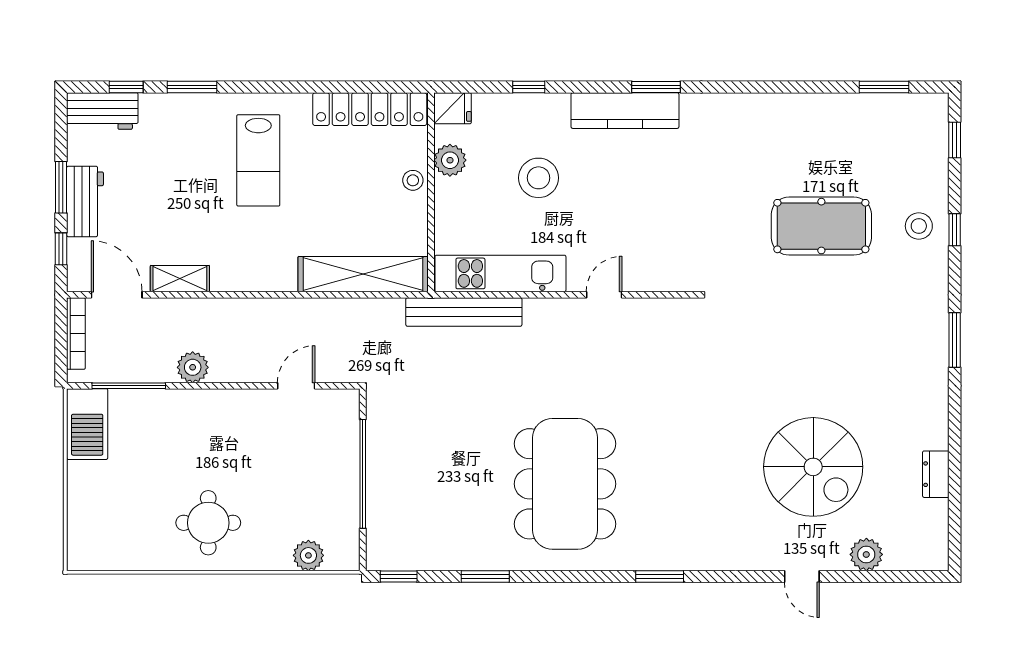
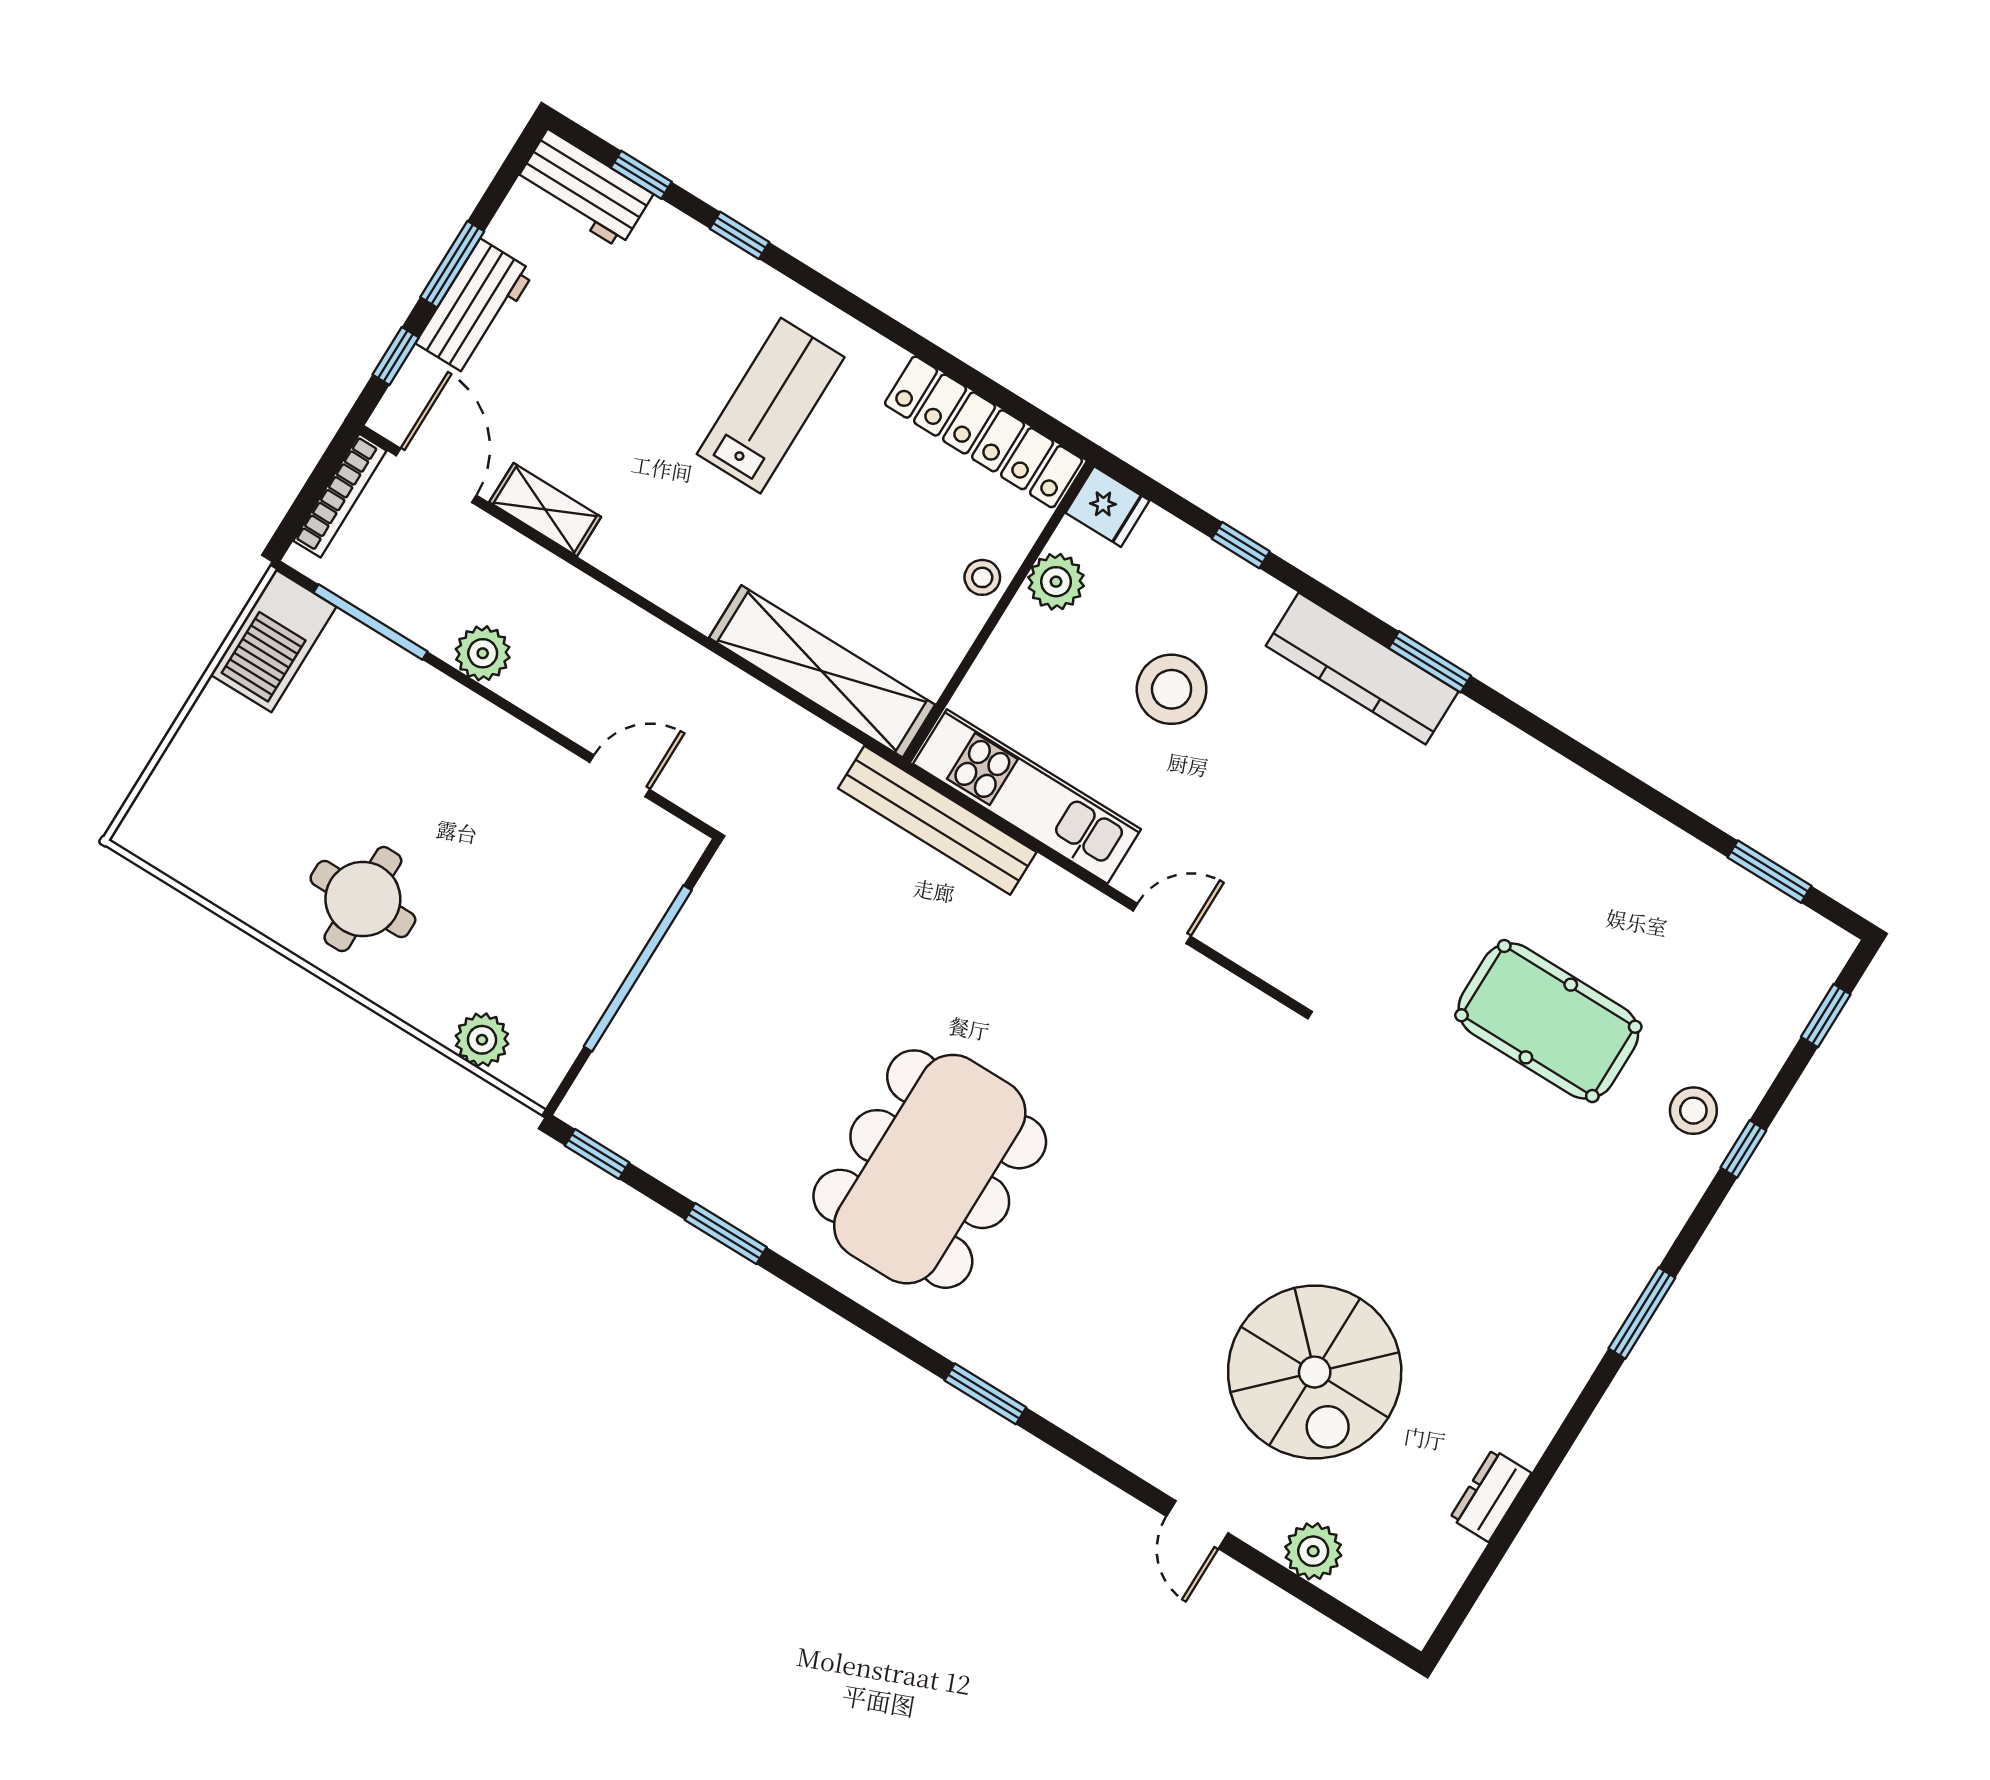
window: (192, 87) -> (739, 235), width x0.67
lab bench: (258, 160) -> (771, 406), turned 180

